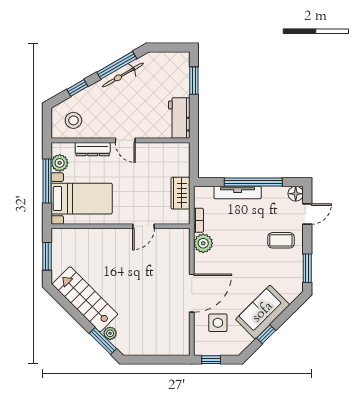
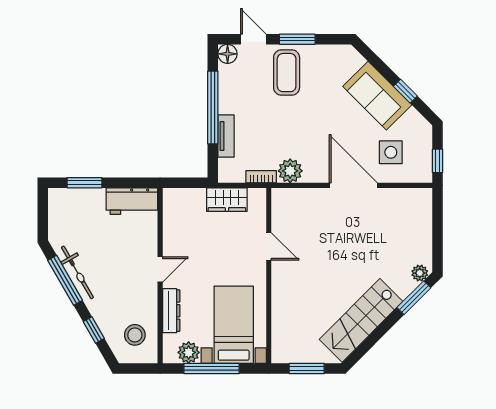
tv unit: (238, 192) -> (226, 136), width x0.71
coffee table: (281, 240) -> (287, 73), width x1.36, depth x1.30
window: (307, 268) -> (297, 39), moved
plant: (110, 333) -> (420, 273), moved

